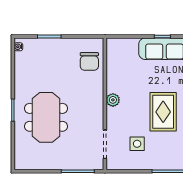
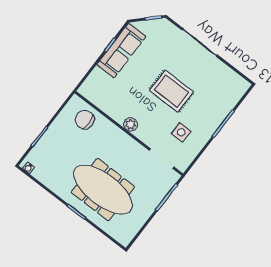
chair: (89, 61) -> (85, 120), turned 180
meeting table: (46, 117) -> (103, 190), width x1.36

